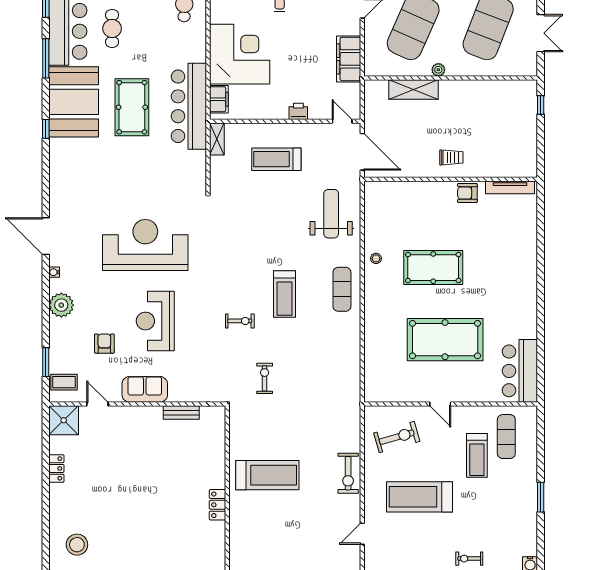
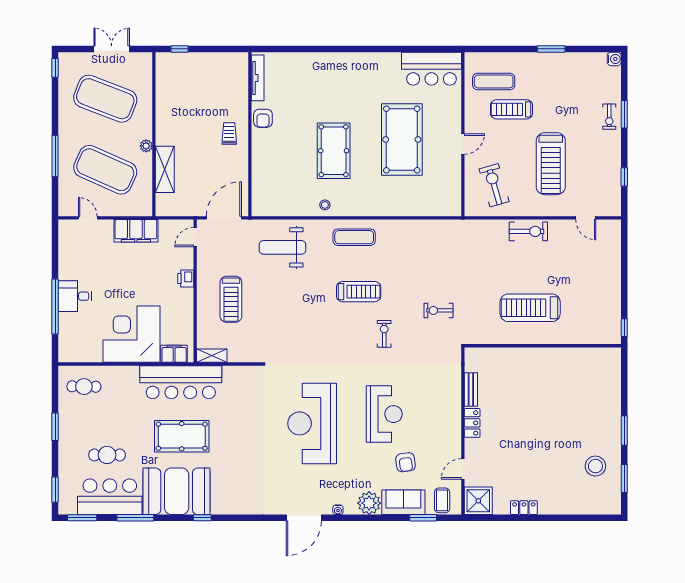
reception desk: (155, 321) -> (384, 414), turned -90
armchair: (104, 344) -> (406, 462), turned -98
sofa: (145, 389) -> (403, 502), moved, turned 90
treadmill: (477, 455) -> (512, 109), turned 180
treadmill: (267, 475) -> (530, 308), turned -90
locker: (218, 505) -> (472, 423), moved, turned -90
stool: (77, 545) -> (595, 466), moved

